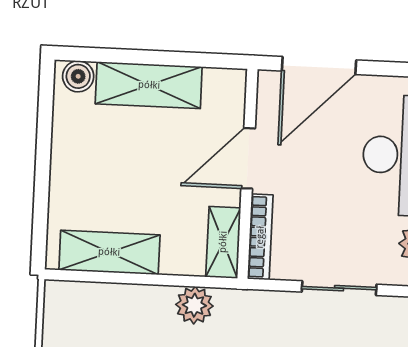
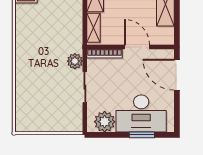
shelving: (223, 242) -> (93, 28), moved, turned 90
plant: (194, 305) -> (75, 61), moved

